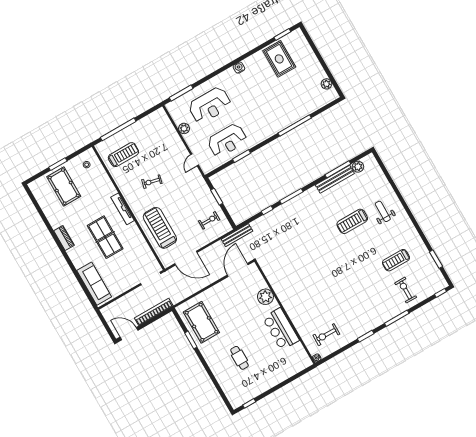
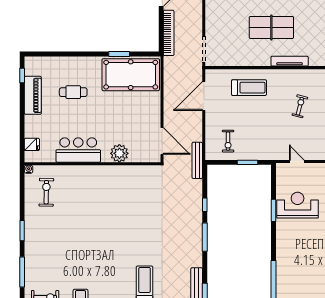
reception desk: (227, 140) -> (298, 205), turned 90
treadmill: (160, 228) -> (249, 88), width x0.73, depth x0.73
pool table: (201, 322) -> (131, 75), width x1.36, depth x1.32
fridge: (297, 366) -> (32, 144), added
piano: (259, 387) -> (33, 95), added

